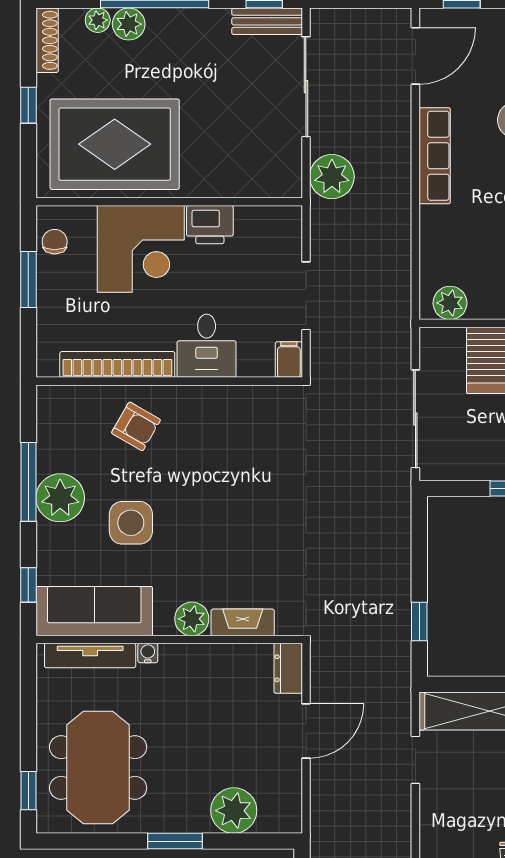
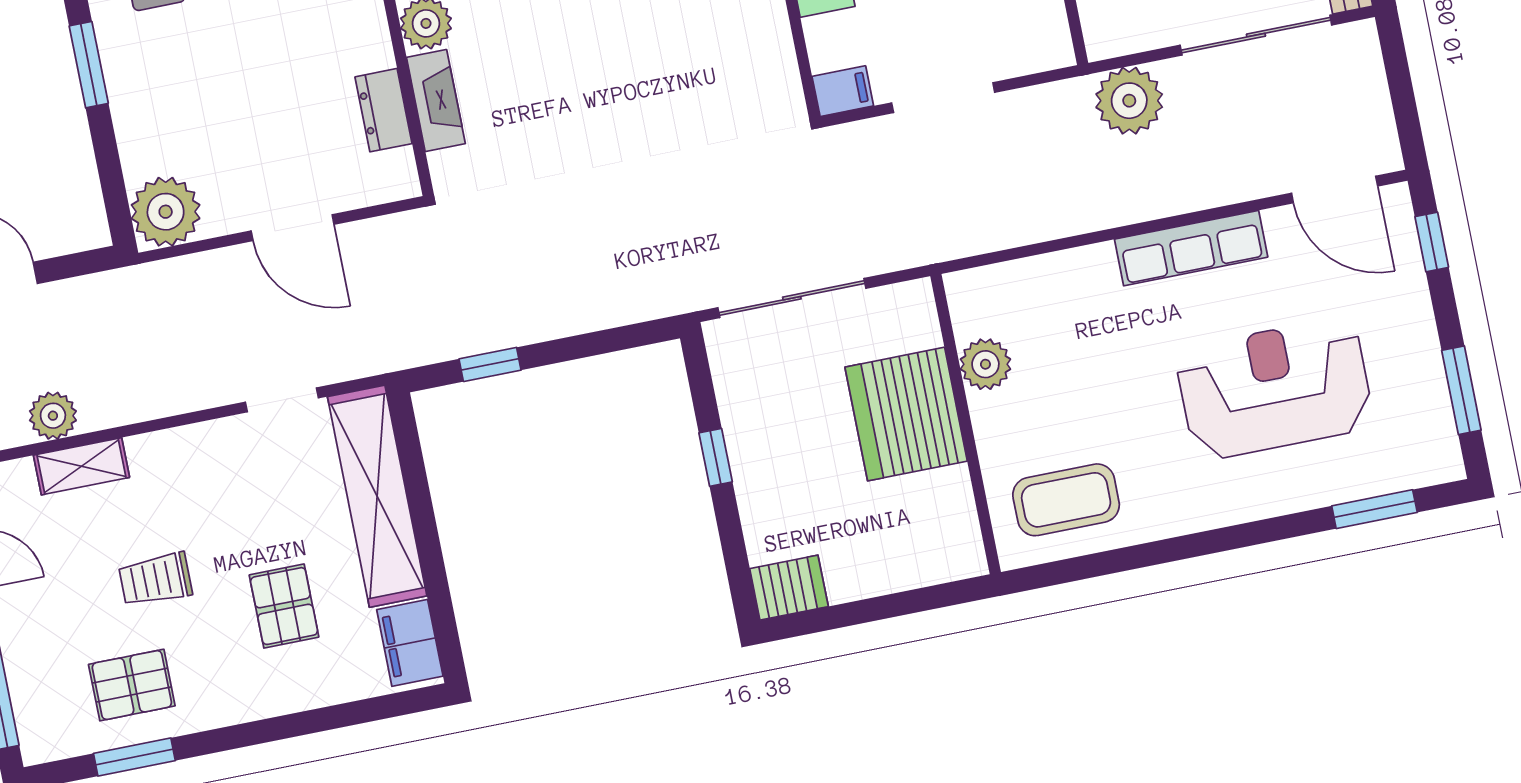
plant: (450, 303) -> (985, 364), moved
dresser: (288, 668) -> (384, 110), moved, turned -90
plant: (234, 811) -> (166, 212), moved

